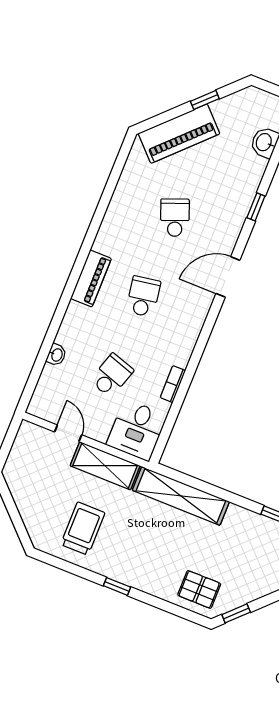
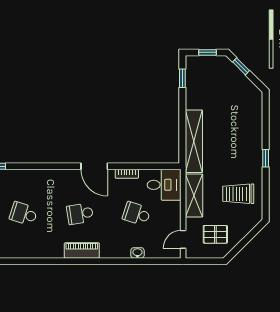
school desk: (175, 218) -> (24, 214), turned 39
door: (228, 277) -> (94, 166), moved
door: (68, 433) -> (183, 239), moved
pallet: (199, 589) -> (215, 234), moved, turned 90
window: (236, 613) -> (241, 66), moved

